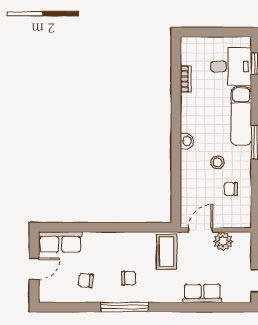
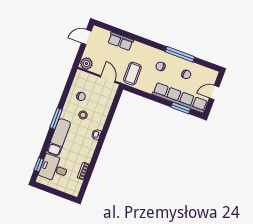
window: (76, 227) -> (181, 108), added
door: (200, 230) -> (108, 79), swing flipped
plant: (223, 241) -> (86, 64), moved
row of seats: (60, 242) -> (180, 98), width x2.02
window: (125, 307) -> (180, 54), moved

